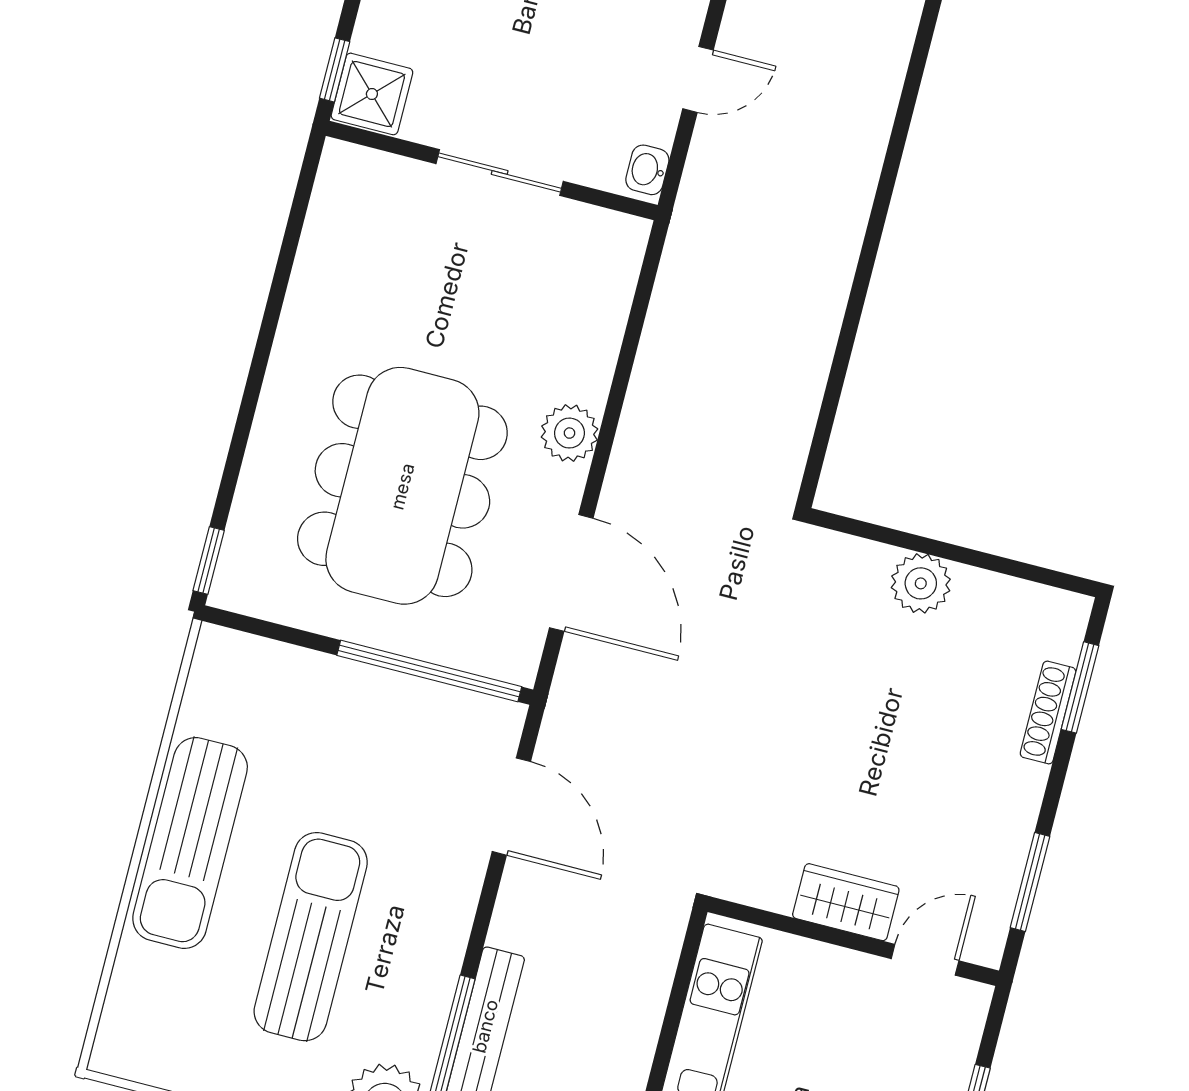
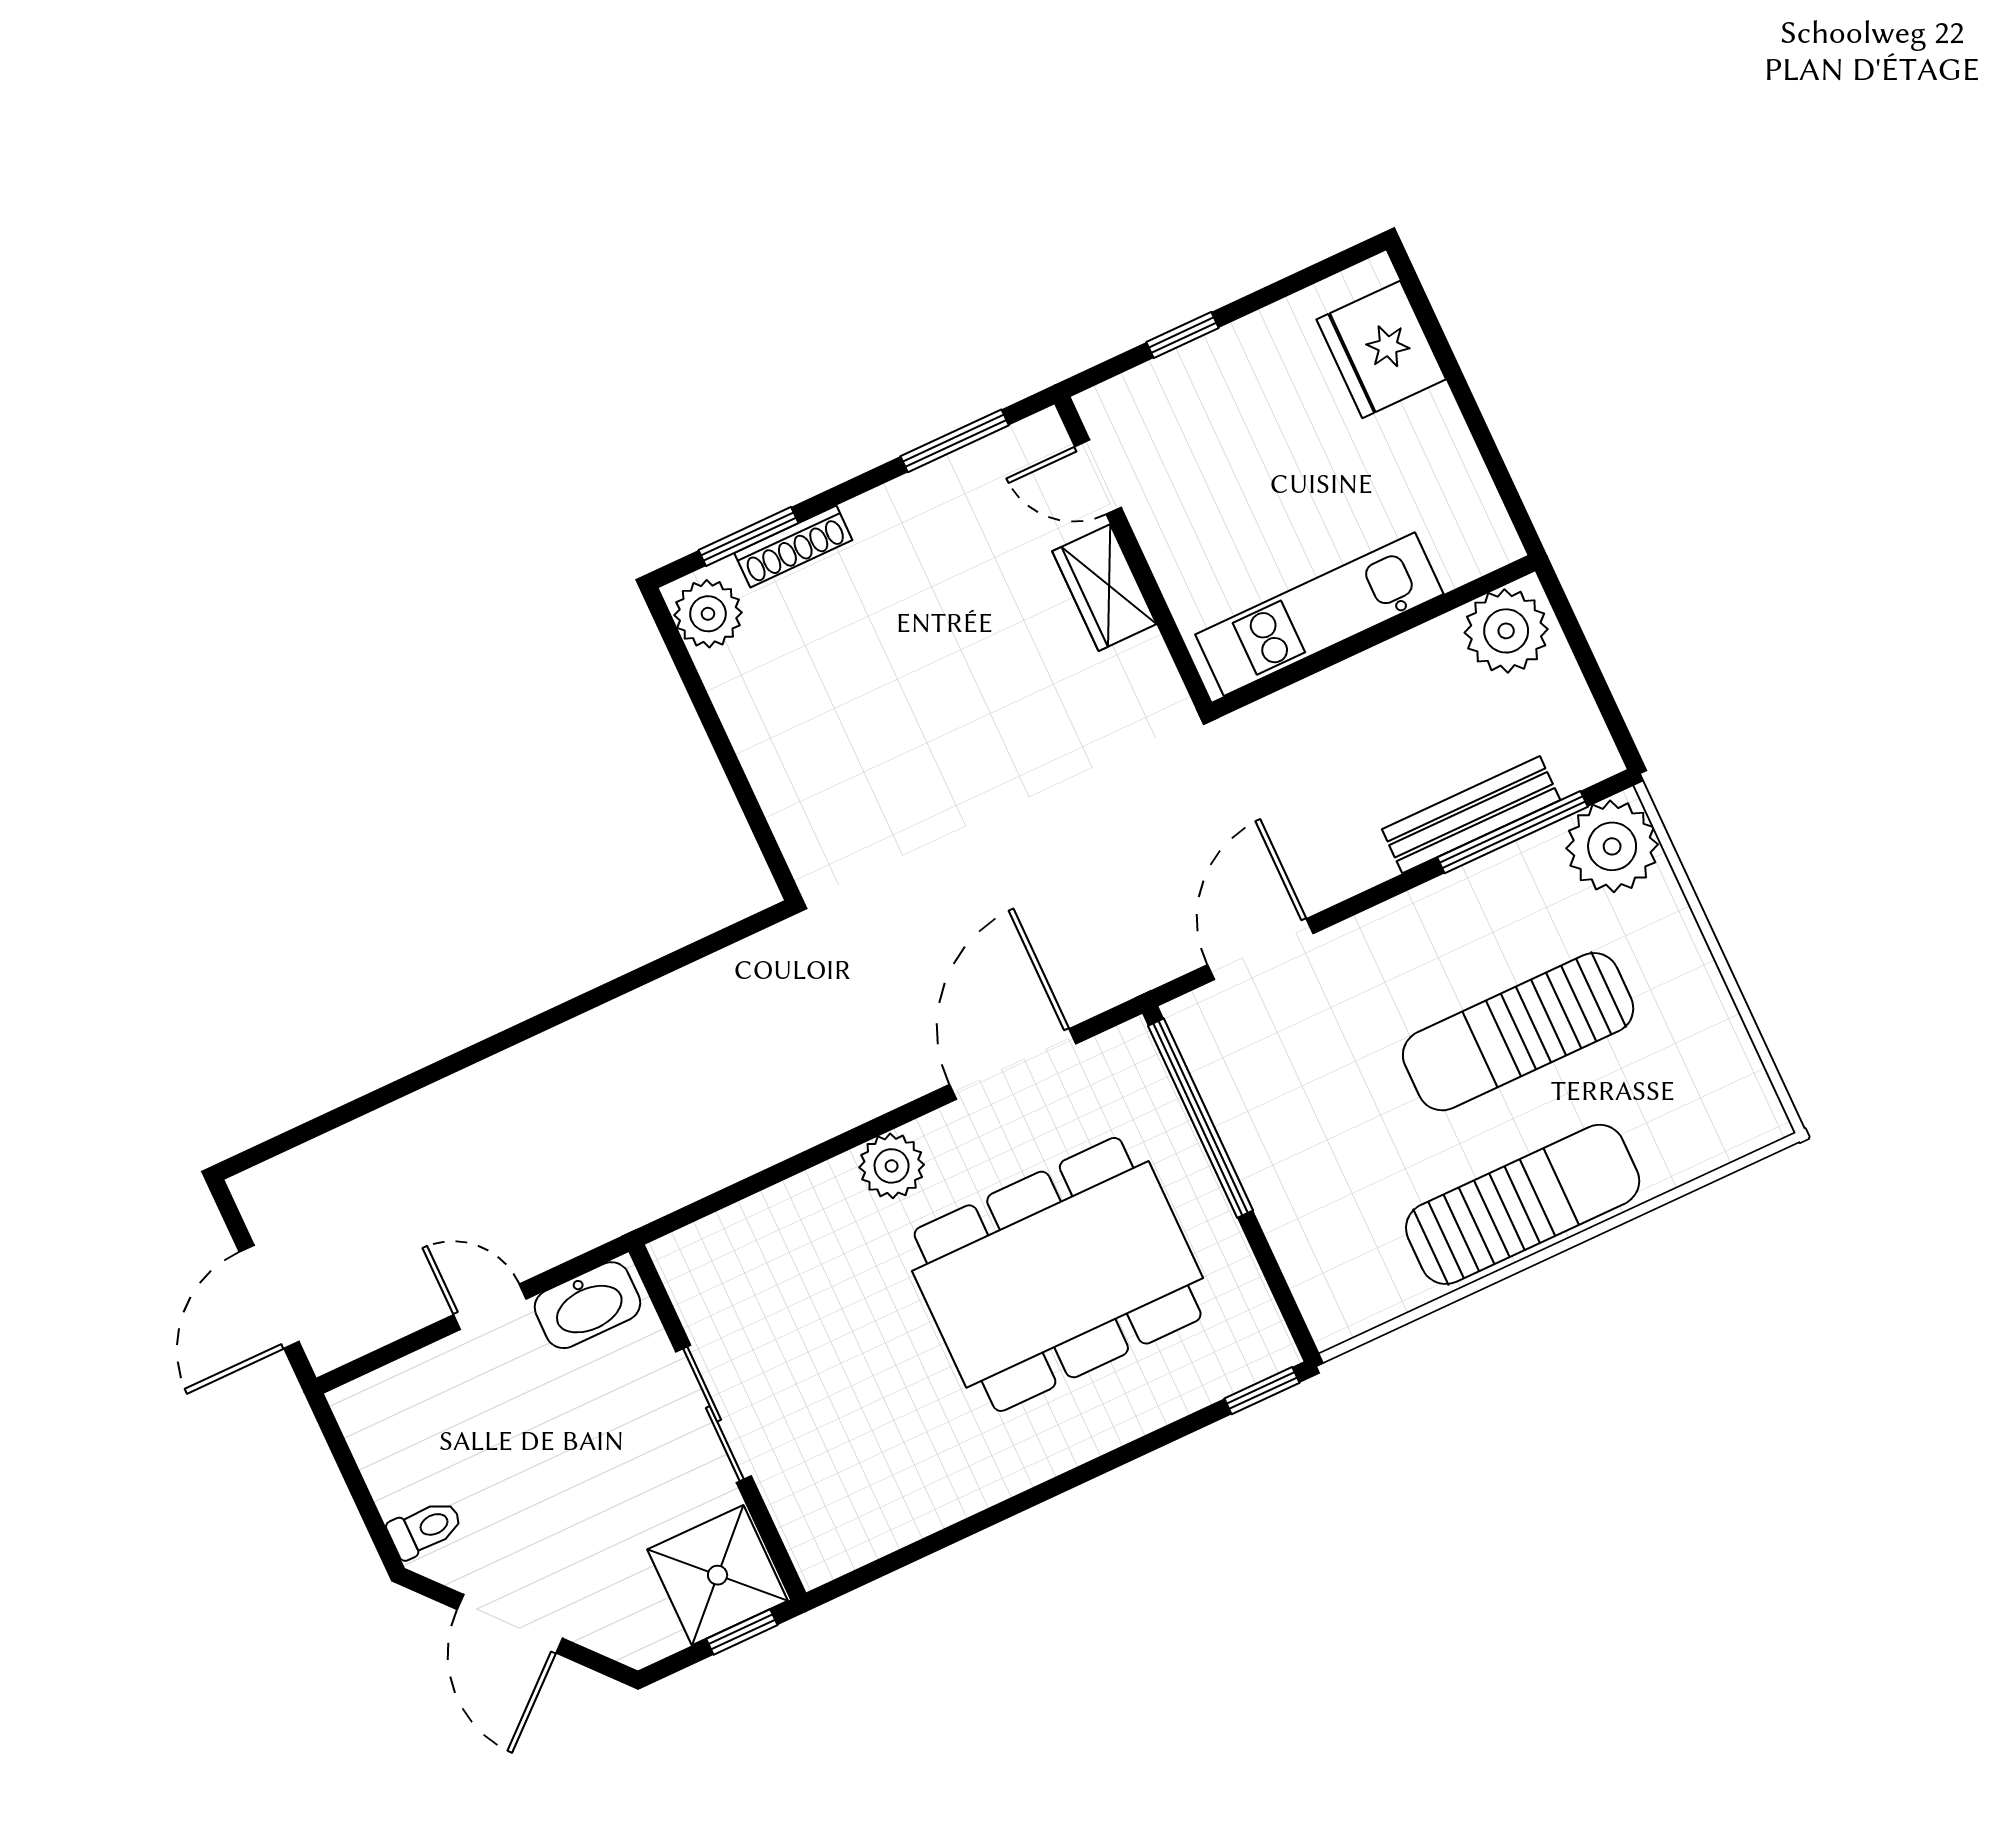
shower: (372, 94) -> (718, 1575), width x1.36, depth x1.36
washbasin: (647, 170) -> (587, 1305), width x1.91, depth x1.45
plant: (921, 583) -> (708, 614), moved

